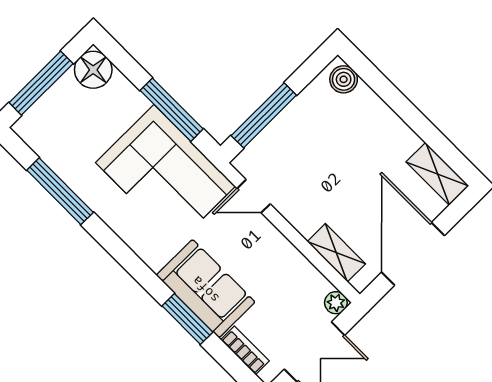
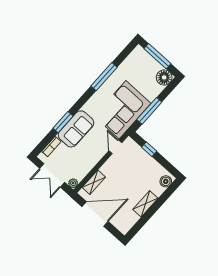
window: (264, 115) -> (149, 149), width x0.46
shelving: (437, 174) -> (145, 204), moved
window: (60, 191) -> (104, 77), moved

